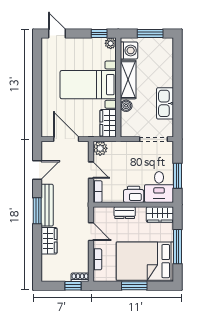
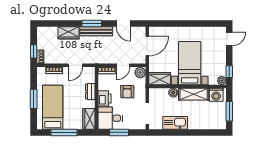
armchair: (125, 165) -> (127, 92), added
bed: (145, 261) -> (53, 107), width x0.67

